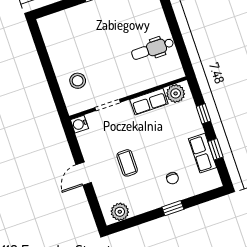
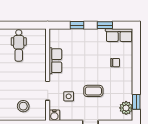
plant: (176, 93) -> (56, 40), removed
side table: (110, 134) -> (69, 96), added
row of seats: (203, 153) -> (119, 35), moved
window: (173, 208) -> (136, 102), moved

